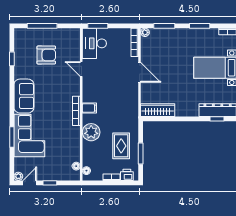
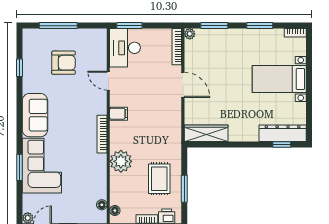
filing cabinet: (89, 108) -> (119, 114), moved

